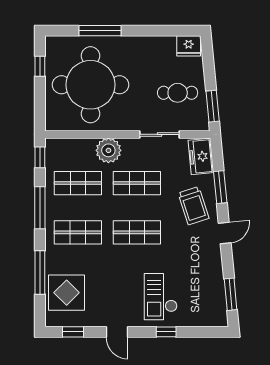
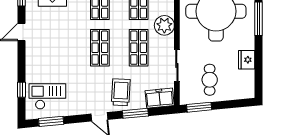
fridge: (189, 46) -> (247, 60), moved
trolley: (194, 206) -> (121, 92), turned 111
checkout: (161, 297) -> (47, 96), moved
window: (166, 332) -> (22, 90), moved

